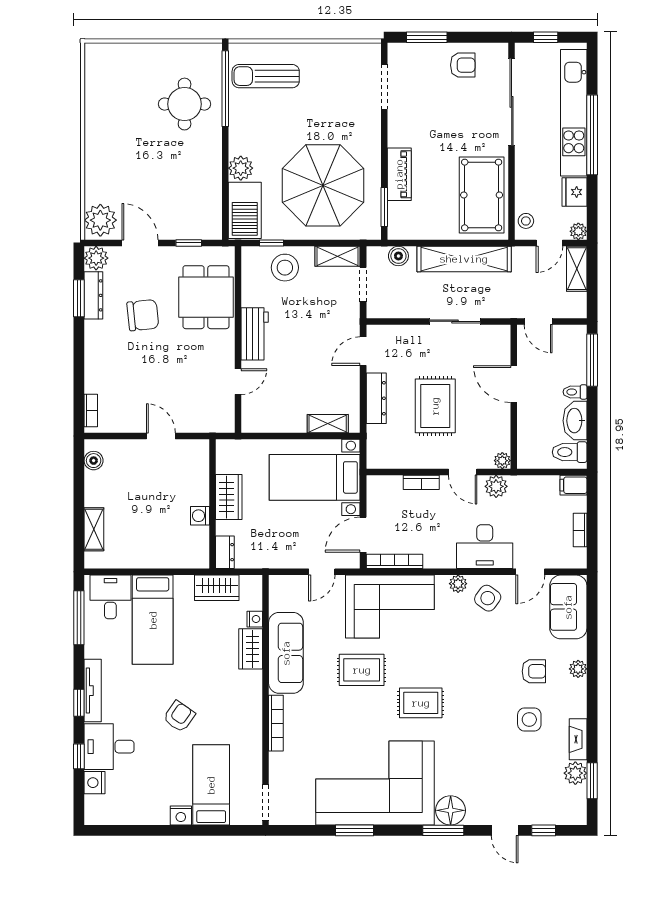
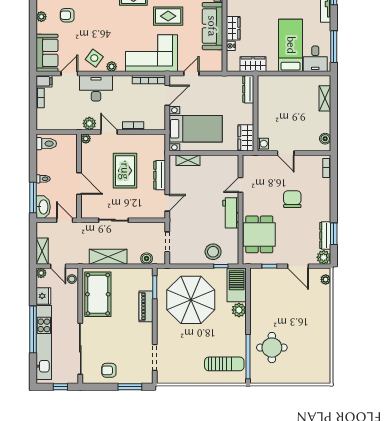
plant: (100, 220) -> (326, 279), width x0.53, depth x0.53
door: (549, 243) -> (58, 266), swing flipped
shelving: (338, 256) -> (182, 258), removed
shelving: (464, 259) -> (108, 257), width x0.68
chair: (143, 315) -> (292, 199), moved, turned 96
washbasin: (575, 421) -> (43, 207), moved
filing cabinet: (574, 485) -> (44, 81), moved
wardrobe: (229, 497) -> (246, 138), moved
washing machine: (200, 516) -> (263, 144), moved
dresser: (225, 552) -> (248, 89), width x1.44

